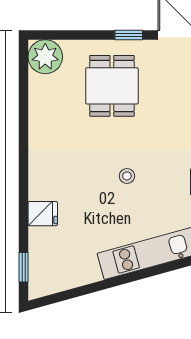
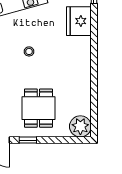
fridge: (43, 214) -> (79, 21), width x1.88, depth x1.34

